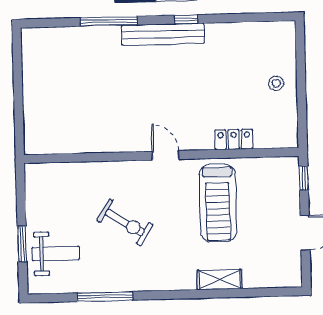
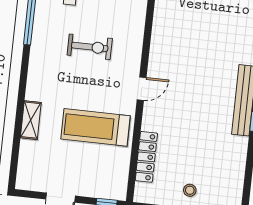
locker: (234, 139) -> (146, 157), width x1.53
exercise bike: (125, 222) -> (90, 47), turned -122

